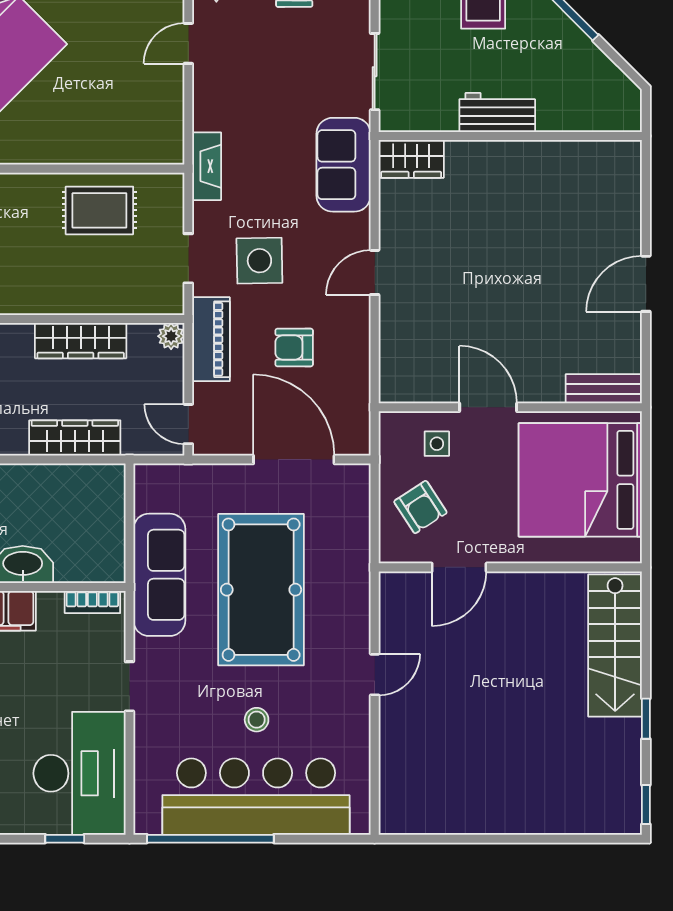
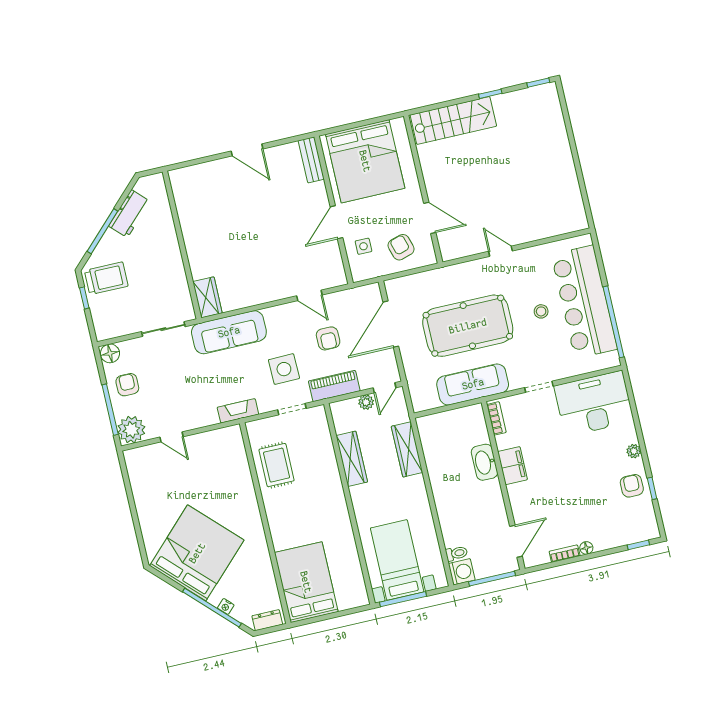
workbench: (497, 113) -> (129, 214), moved, turned -135
sofa: (344, 165) -> (229, 332), width x1.36
door: (375, 272) -> (309, 295), moved
plant: (171, 336) -> (366, 402), moved
armchair: (420, 507) -> (401, 247), turned -74
window: (65, 839) -> (632, 403), removed

